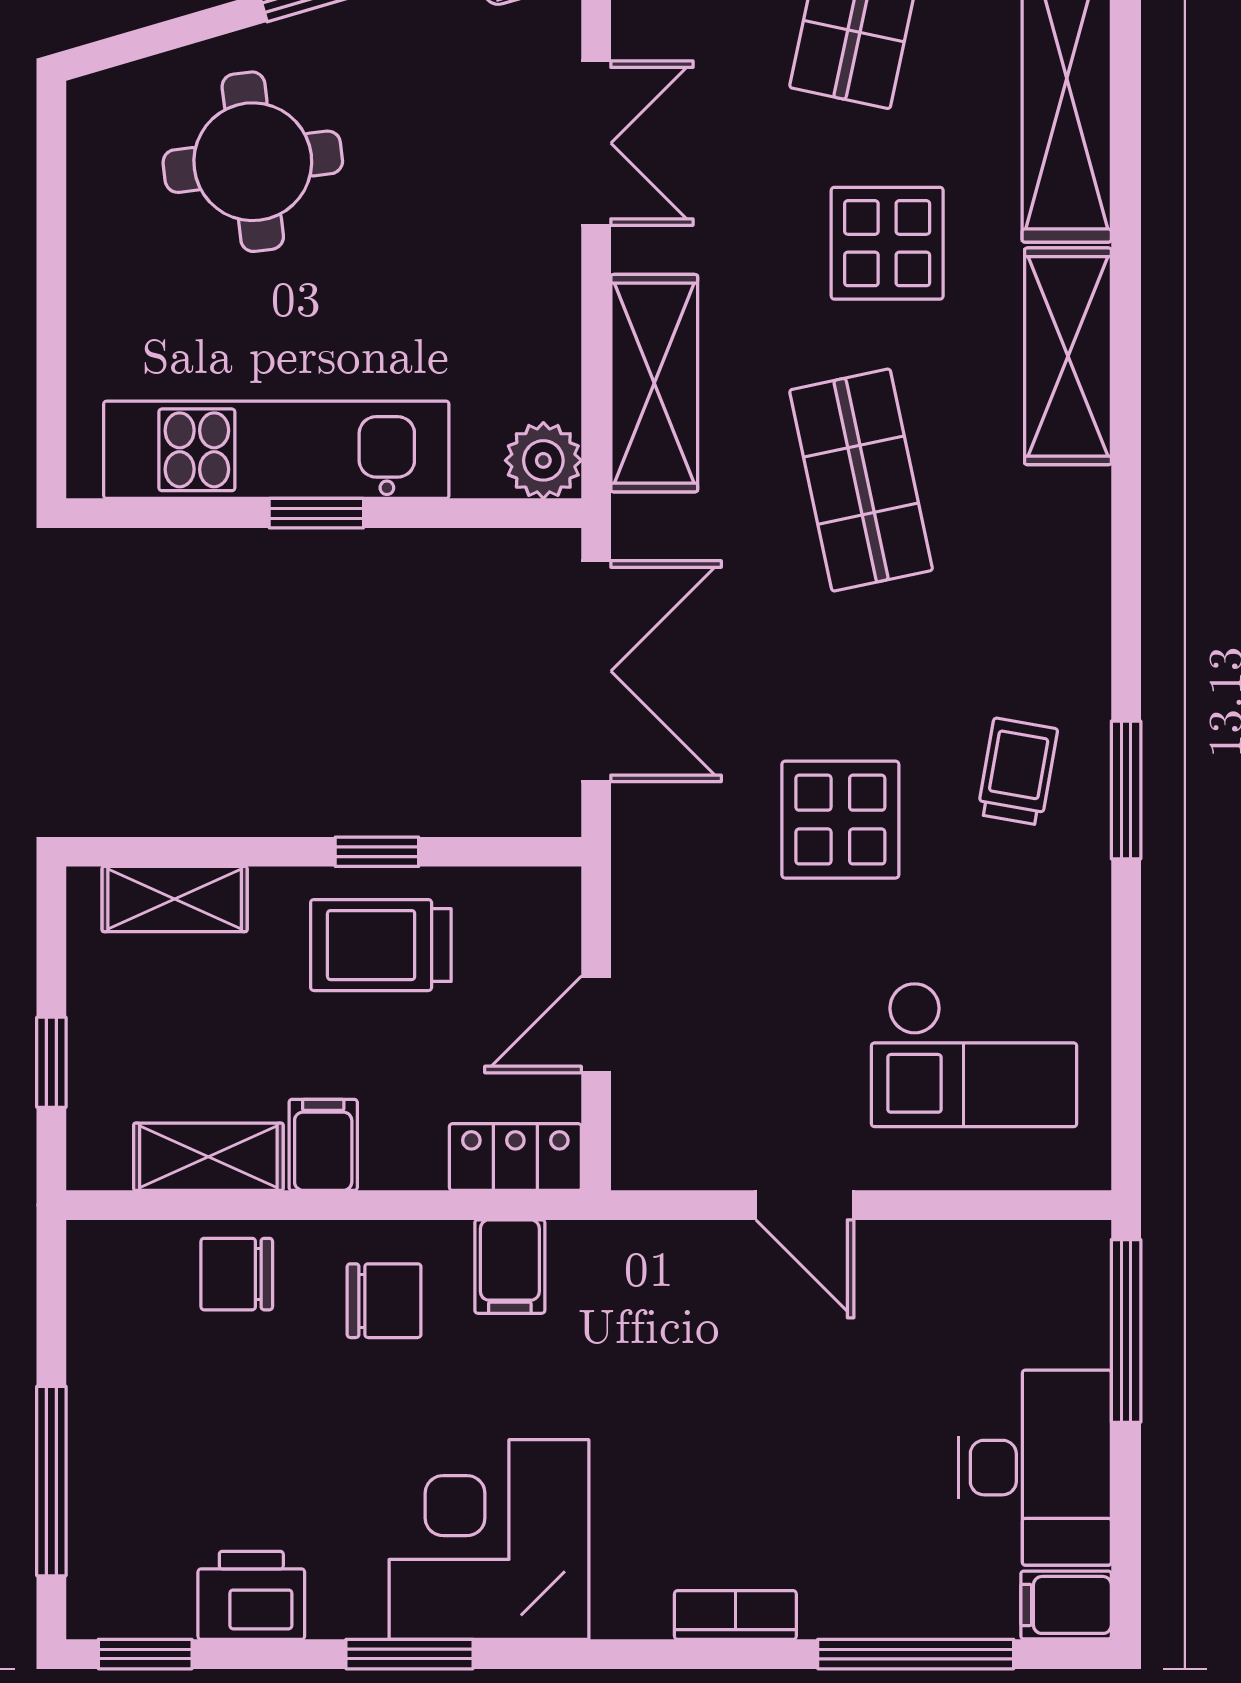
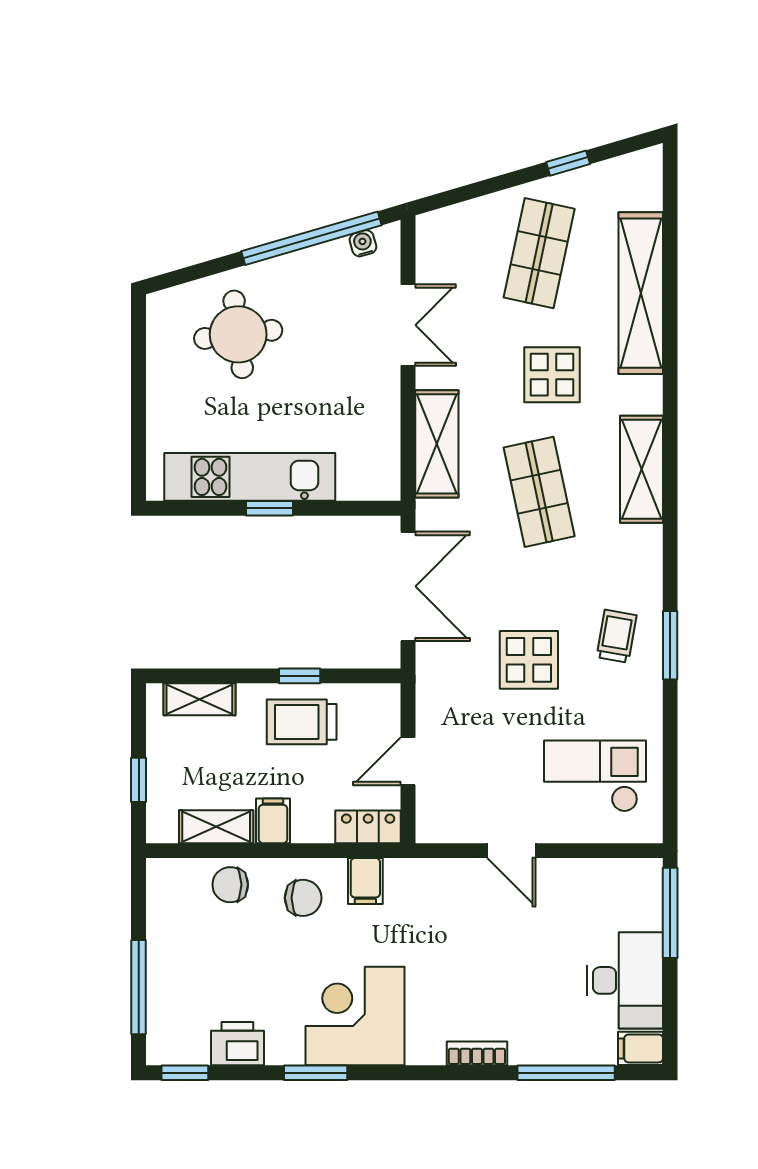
shelving: (1068, 356) -> (641, 469), moved
plant: (543, 460) -> (382, 482), removed
checkout: (974, 1054) -> (595, 776), turned 180

